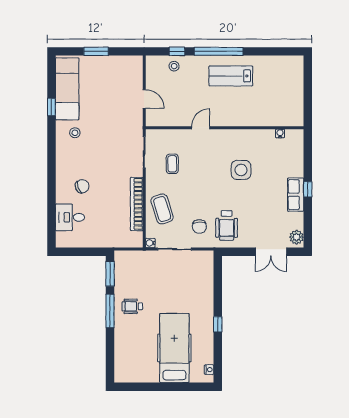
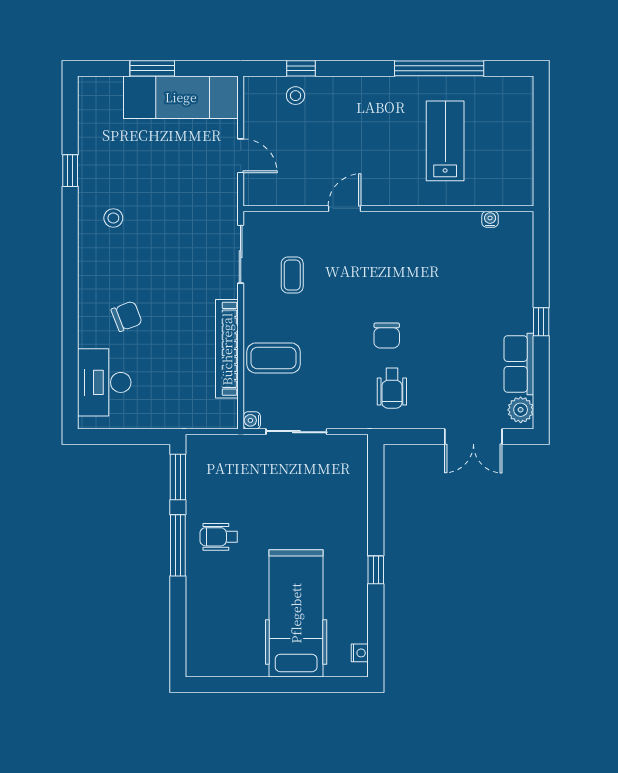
window: (219, 51) -> (439, 68), moved
lab bench: (231, 76) -> (445, 141), moved, turned 90
exam couch: (67, 89) -> (181, 97), moved, turned 90
side table: (241, 170) -> (418, 286), removed
row of seats: (296, 195) -> (519, 364), moved
coffee table: (162, 209) -> (273, 358), turned -73
desk: (70, 217) -> (104, 382), width x1.37
wheelchair: (227, 225) -> (392, 388), width x0.73, depth x0.73
chair: (199, 227) -> (387, 336), moved

